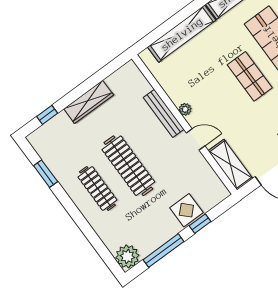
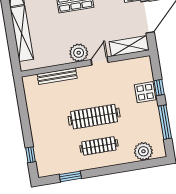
wardrobe: (89, 102) -> (36, 122), removed
plant: (185, 109) -> (79, 53), width x1.87, depth x1.87
bench: (164, 113) -> (57, 76), moved
plant: (127, 256) -> (143, 151), moved

